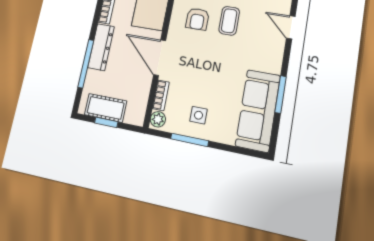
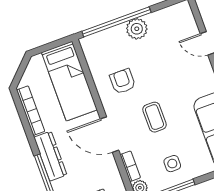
armchair: (197, 19) -> (122, 81), turned 180
coffee table: (229, 21) -> (154, 117), moved

